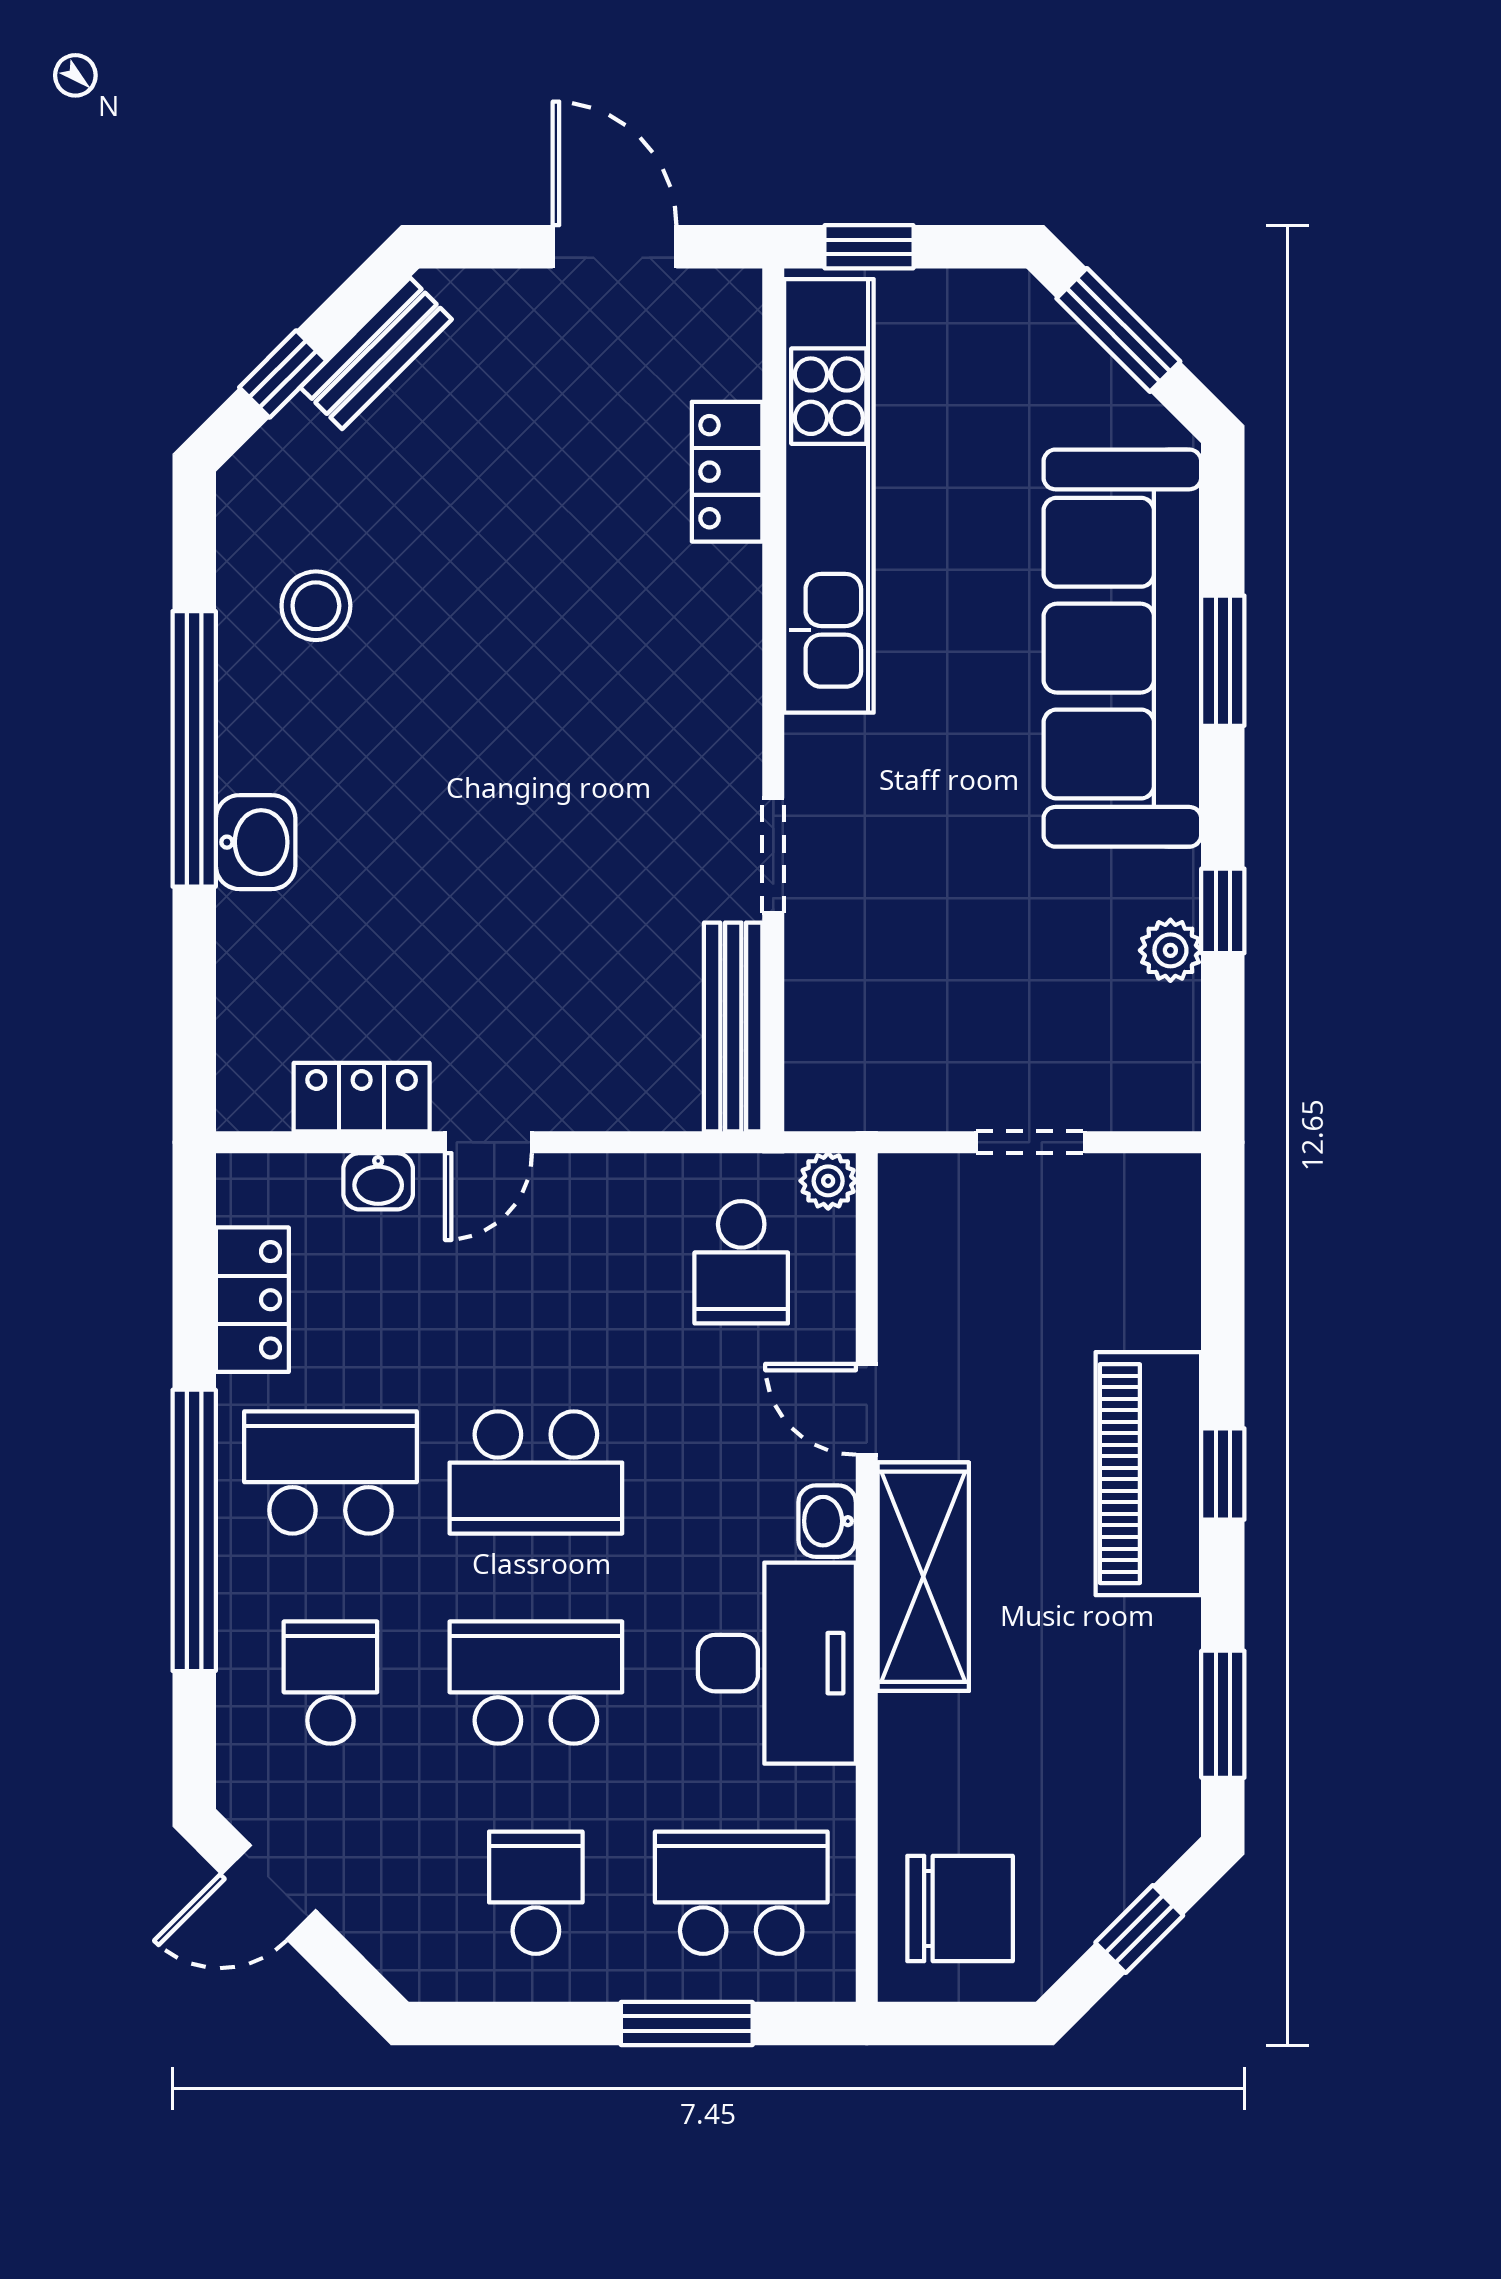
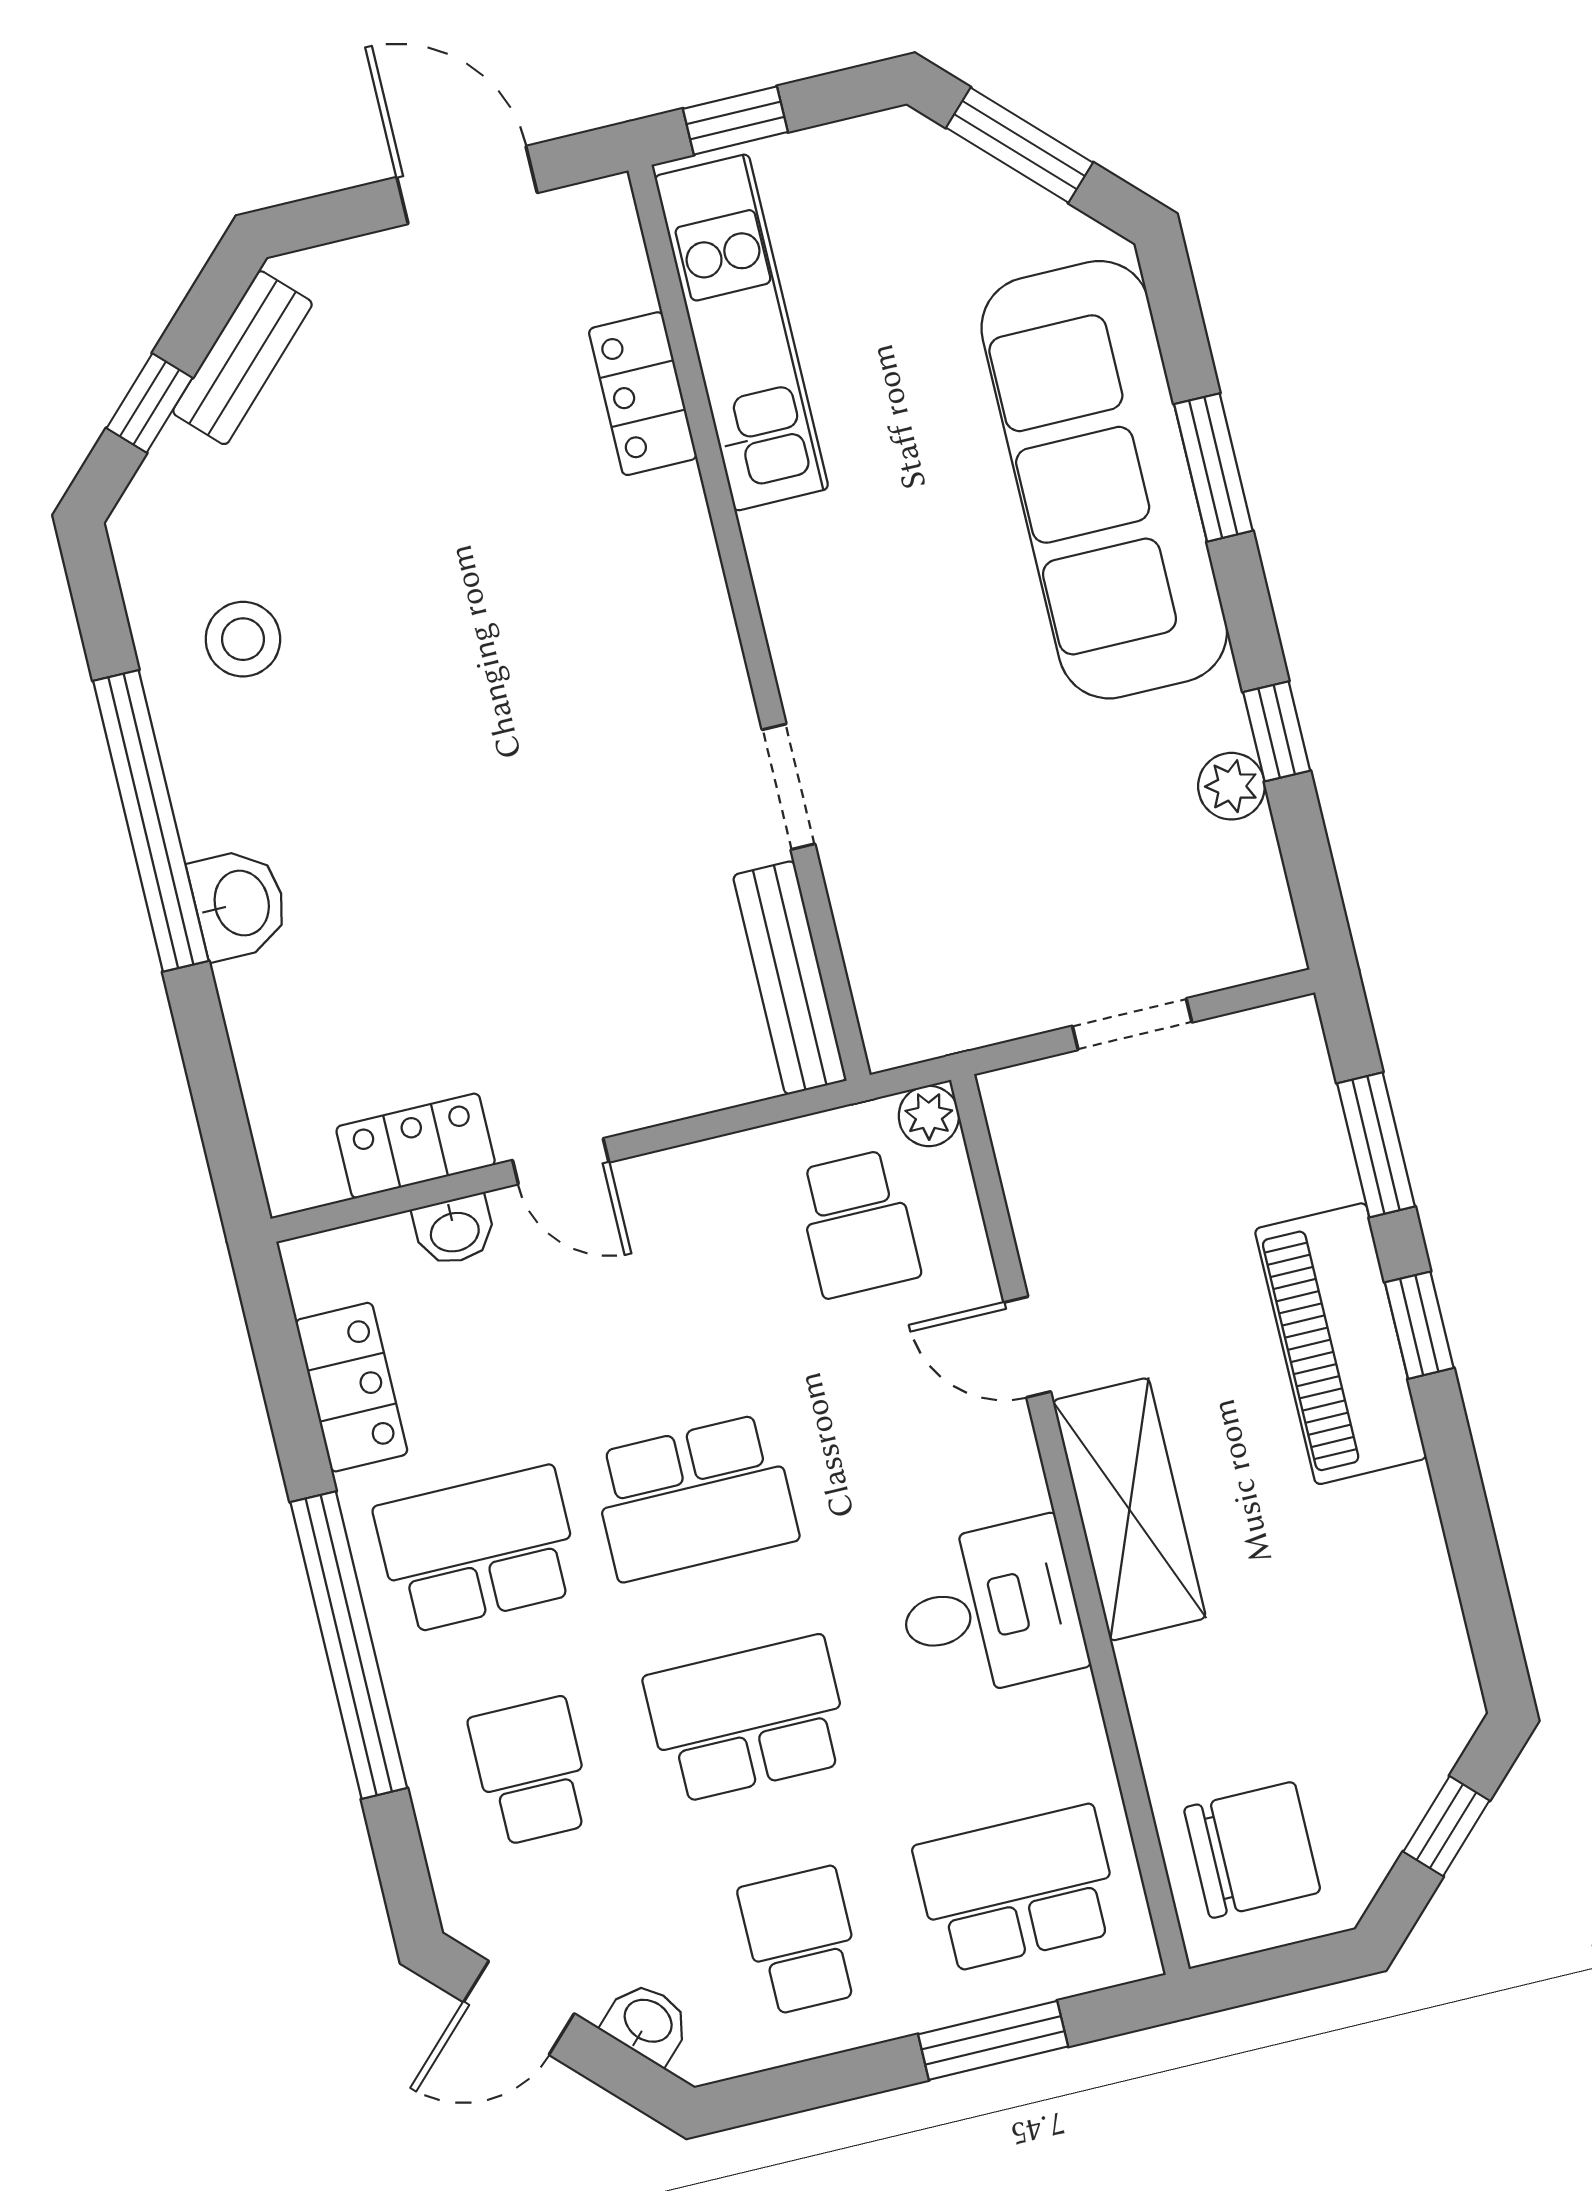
kitchen unit: (829, 496) -> (741, 332), width x0.73
door: (488, 1142) -> (561, 1161), hinge flipped
washbasin: (827, 1521) -> (647, 2022), moved, turned 135
desk: (777, 1663) -> (990, 1609), width x0.73
window: (1223, 1714) -> (1376, 1145), moved

